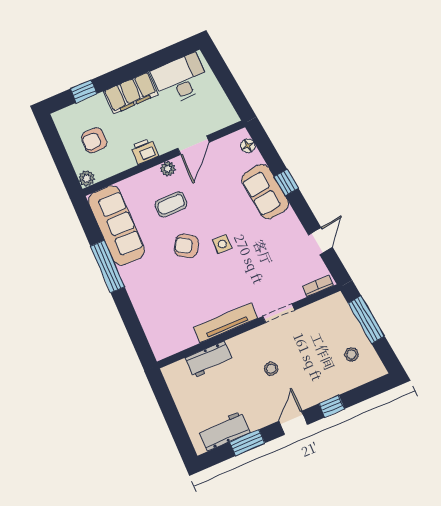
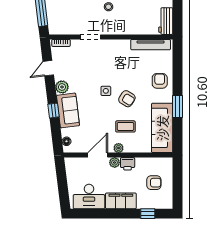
plant: (87, 178) -> (115, 163), moved
plant: (289, 222) -> (62, 87), added
window: (108, 266) -> (178, 106), width x0.69
armchair: (150, 293) -> (160, 81), added
tv unit: (226, 323) -> (151, 45), moved
workbench: (209, 359) -> (166, 21), moved, turned -90

